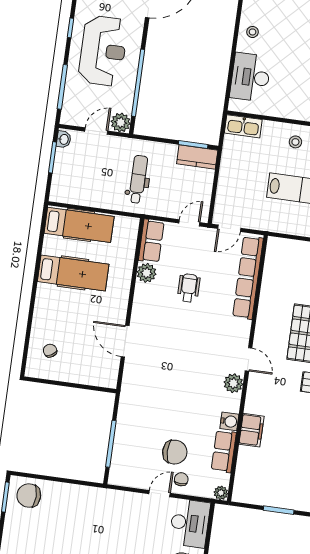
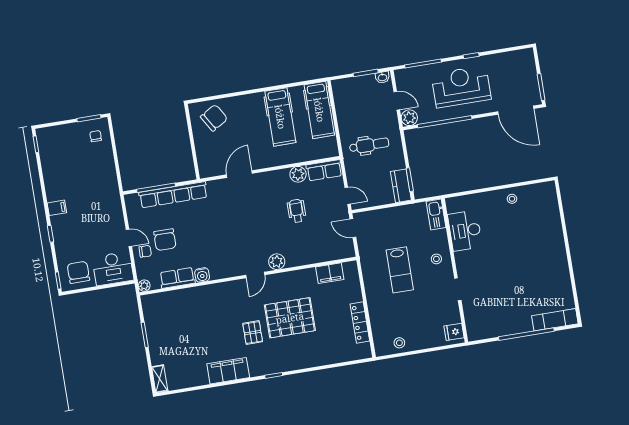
reception desk: (103, 51) -> (461, 87), turned 180
desk: (250, 77) -> (465, 231), moved, turned -90
row of seats: (248, 278) -> (173, 195), moved, turned 180
wheelchair: (189, 288) -> (297, 211), turned -90
chair: (50, 351) -> (214, 118), width x1.87, depth x1.87
plant: (233, 383) -> (277, 262), moved
filing cabinet: (251, 430) -> (330, 273), moved
chair: (29, 496) -> (96, 136), width x0.54, depth x0.54

